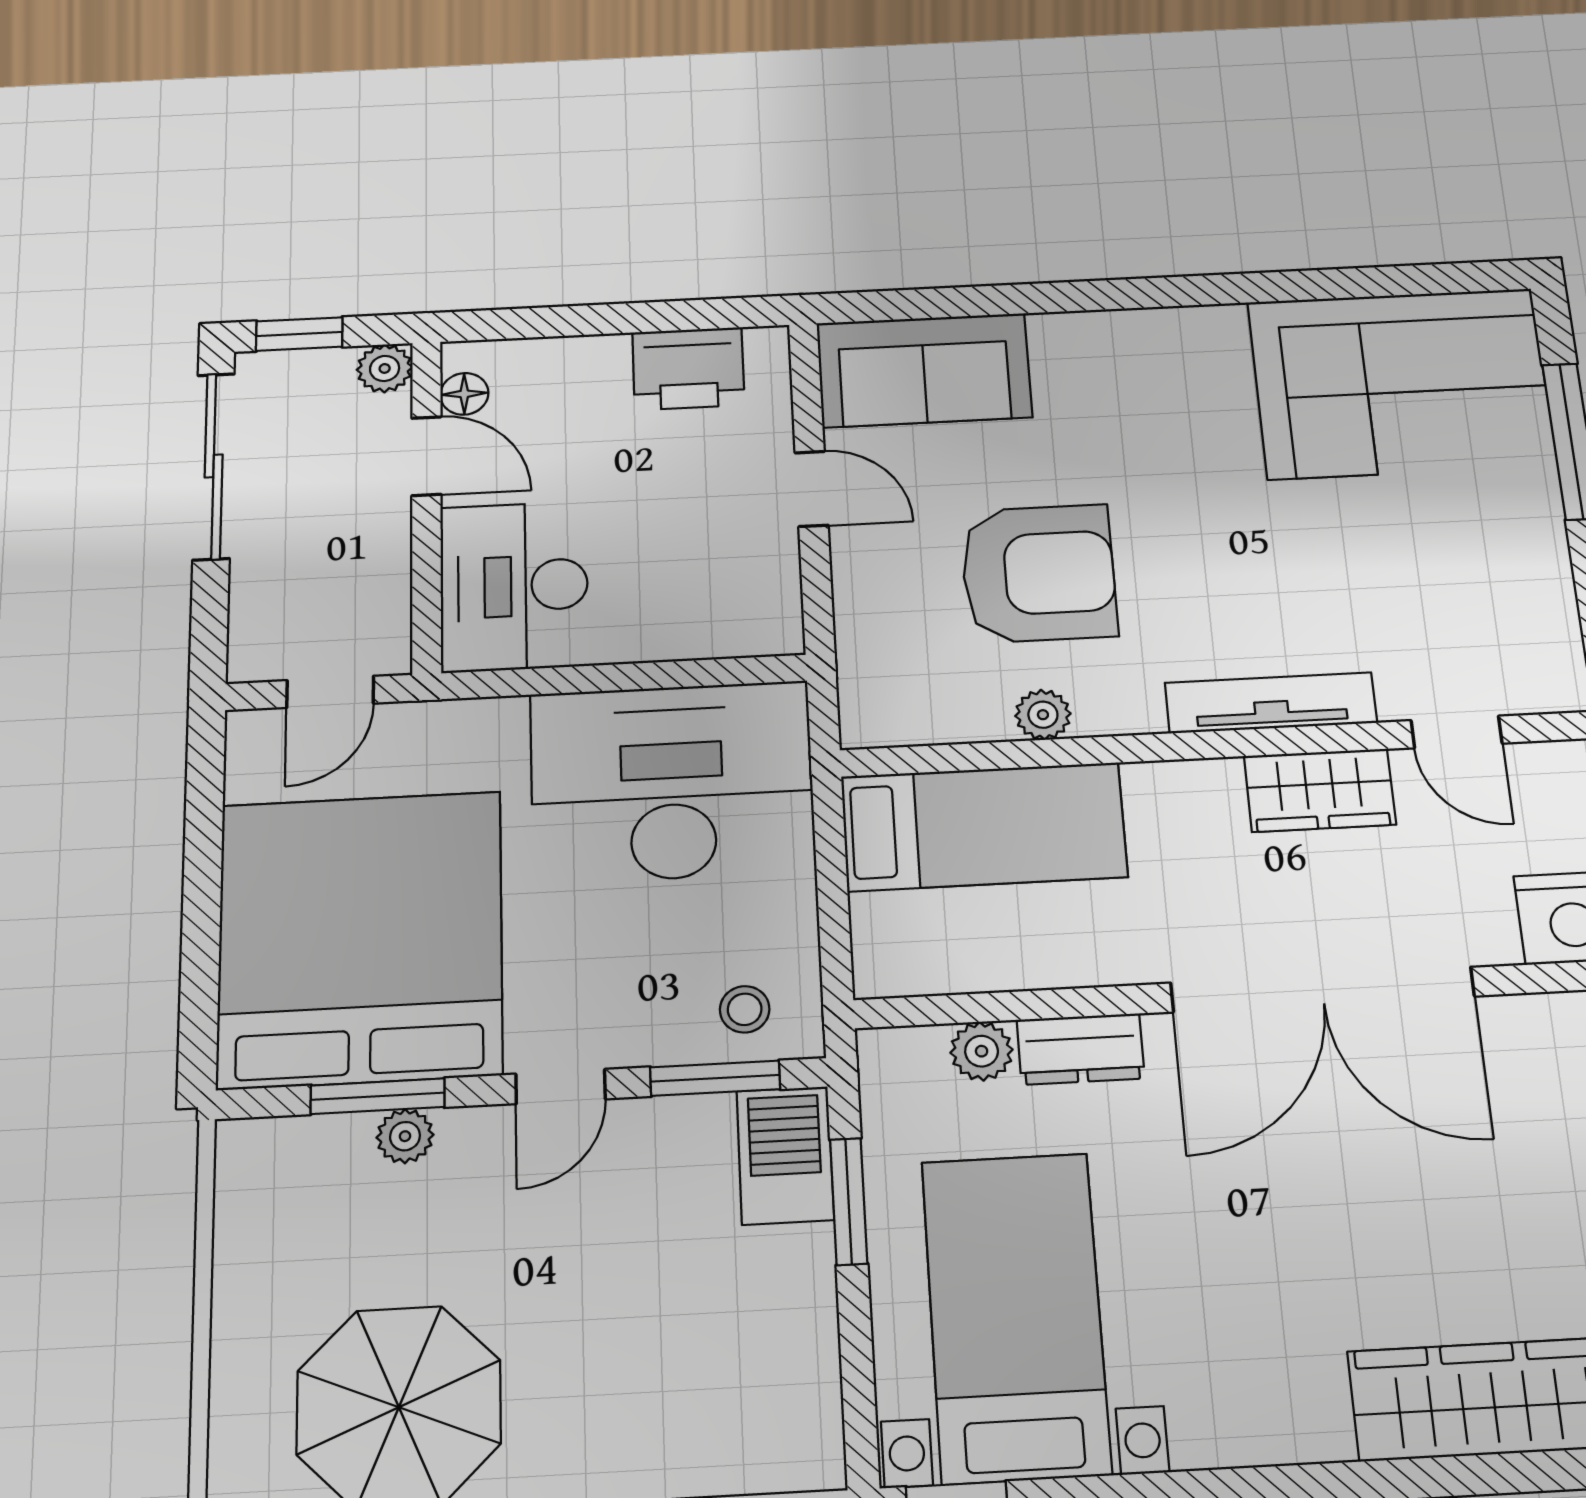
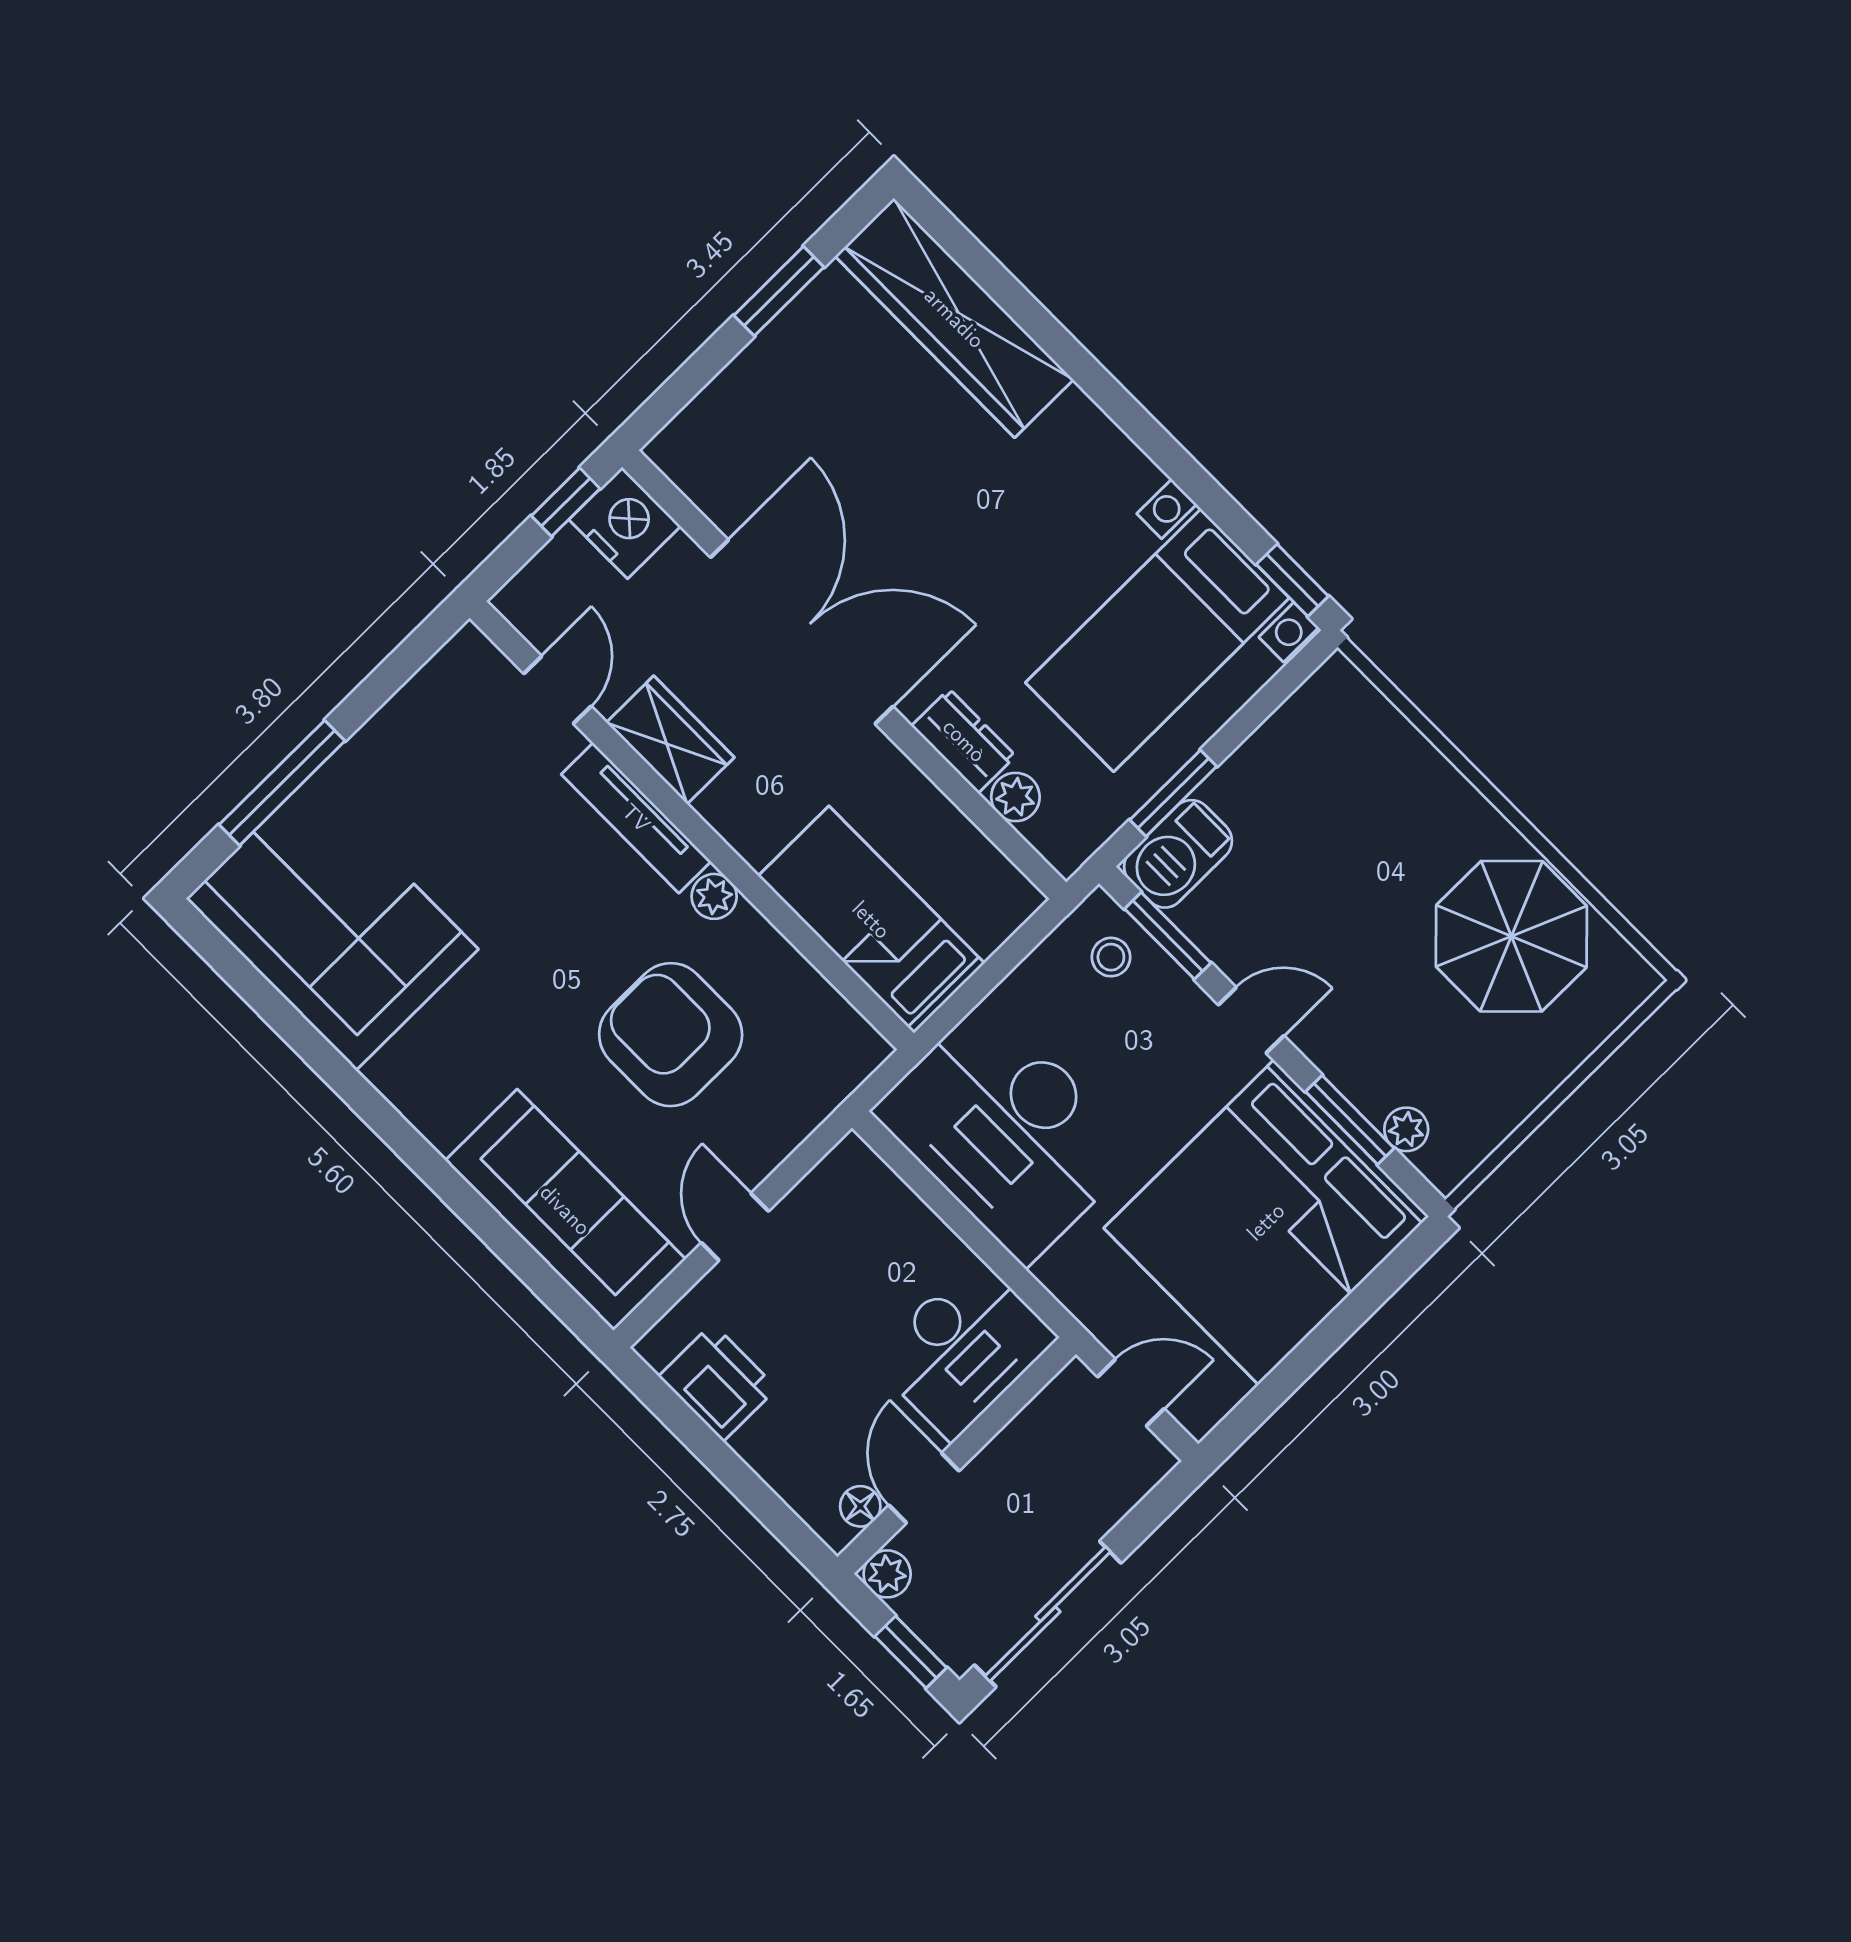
sofa: (924, 370) -> (565, 1210), width x1.36
plant: (1043, 715) -> (714, 896), moved
plant: (405, 1136) -> (1406, 1129), moved

